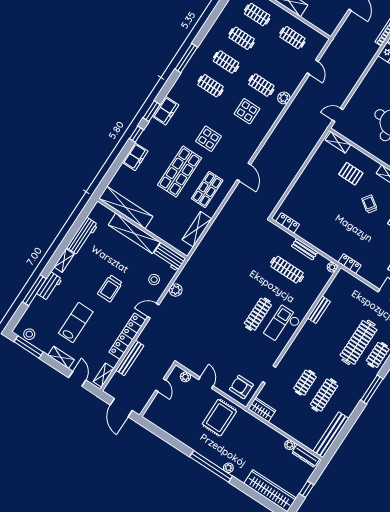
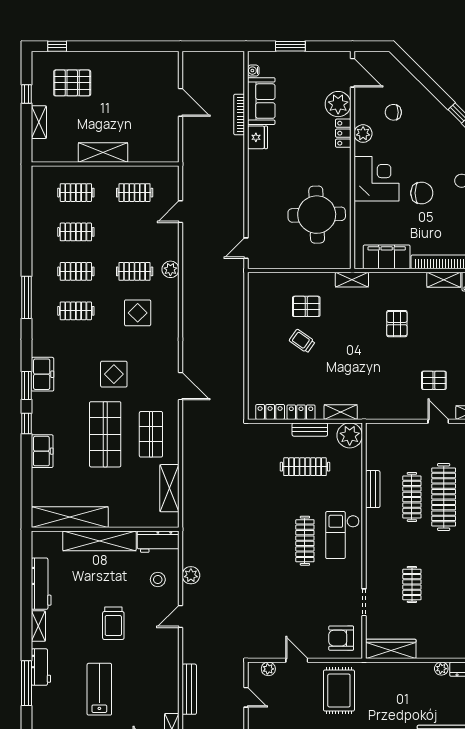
door: (313, 67) -> (181, 212), swing flipped
shelving: (338, 142) -> (341, 412), moved
trolley: (369, 204) -> (302, 341), moved
locker: (349, 264) -> (301, 412), moved
plant: (332, 267) -> (350, 435), width x1.88, depth x1.88
locker: (127, 336) -> (170, 666), removed
clothes rail: (324, 395) -> (412, 497), moved
wardrobe: (262, 410) -> (391, 649), width x1.50

